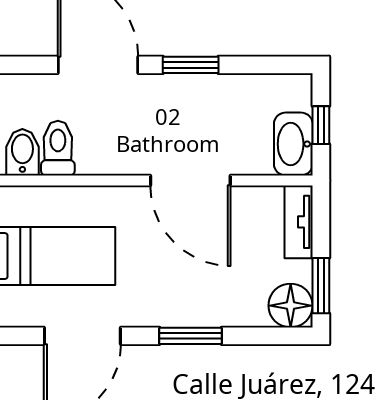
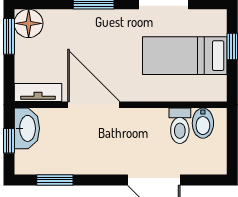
window: (191, 65) -> (55, 180), moved
tv unit: (299, 222) -> (38, 92), moved, turned -90

